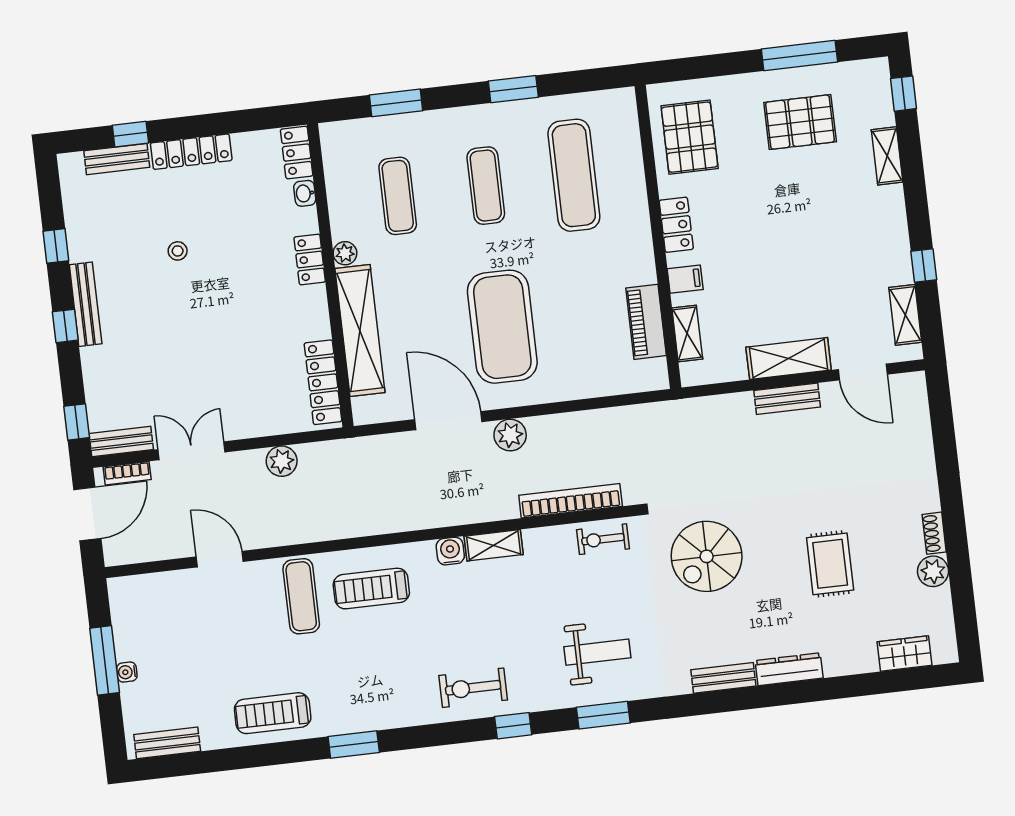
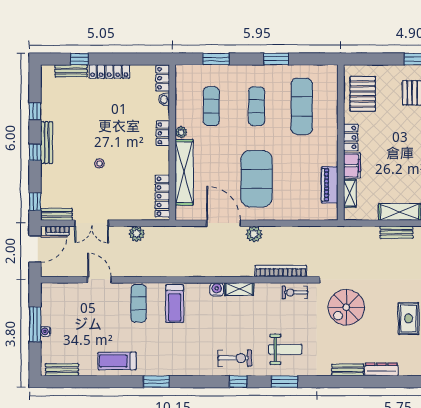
stool: (178, 251) -> (99, 164), moved
filing cabinet: (685, 279) -> (352, 166), width x2.00
double door: (192, 451) -> (92, 223), swing flipped
treadmill: (371, 589) -> (175, 304), turned -90
exercise bike: (473, 688) -> (235, 358), moved, turned 180

